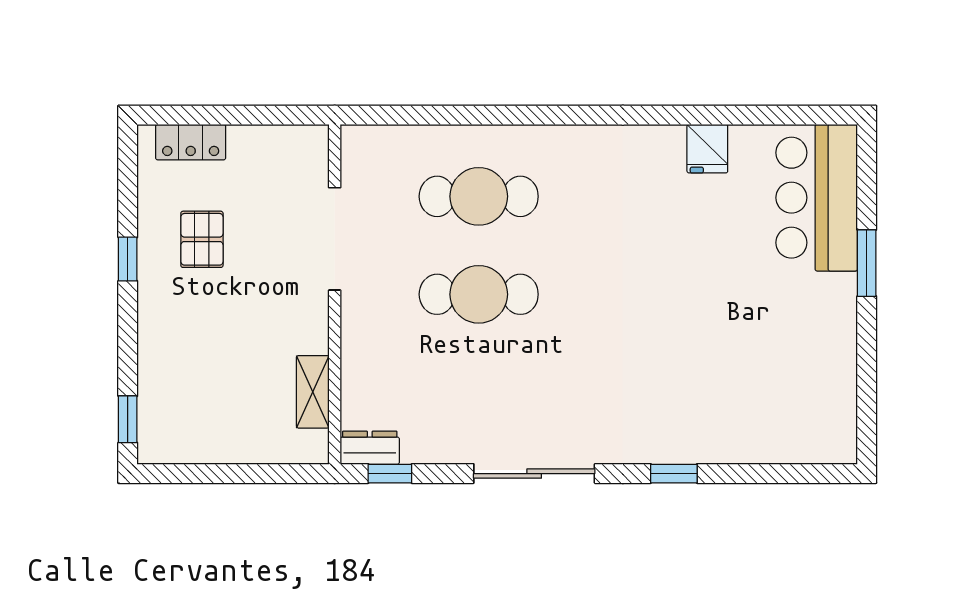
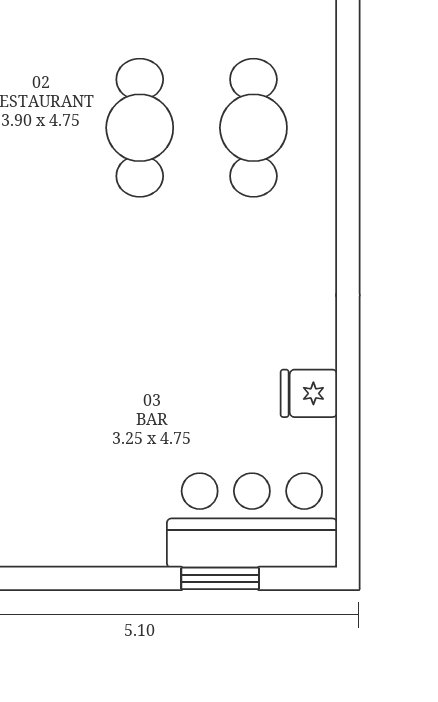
window: (867, 263) -> (220, 578), moved

